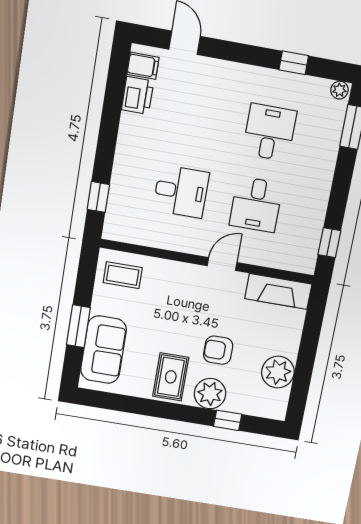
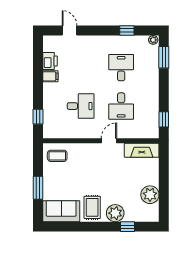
filing cabinet: (143, 66) -> (50, 76), moved
sofa: (103, 350) -> (61, 211), moved, turned -90
armchair: (218, 350) -> (115, 188), removed

